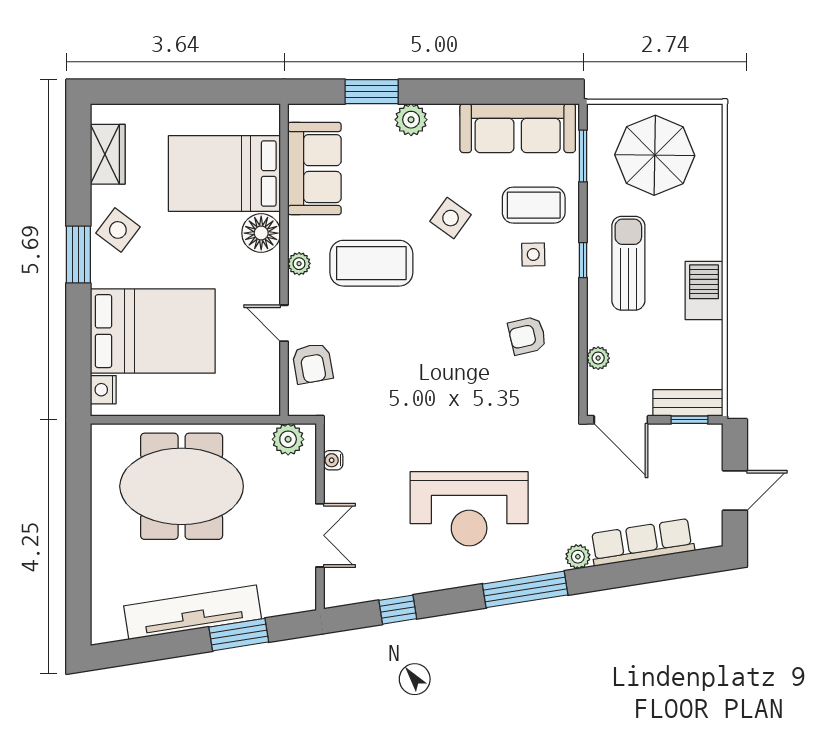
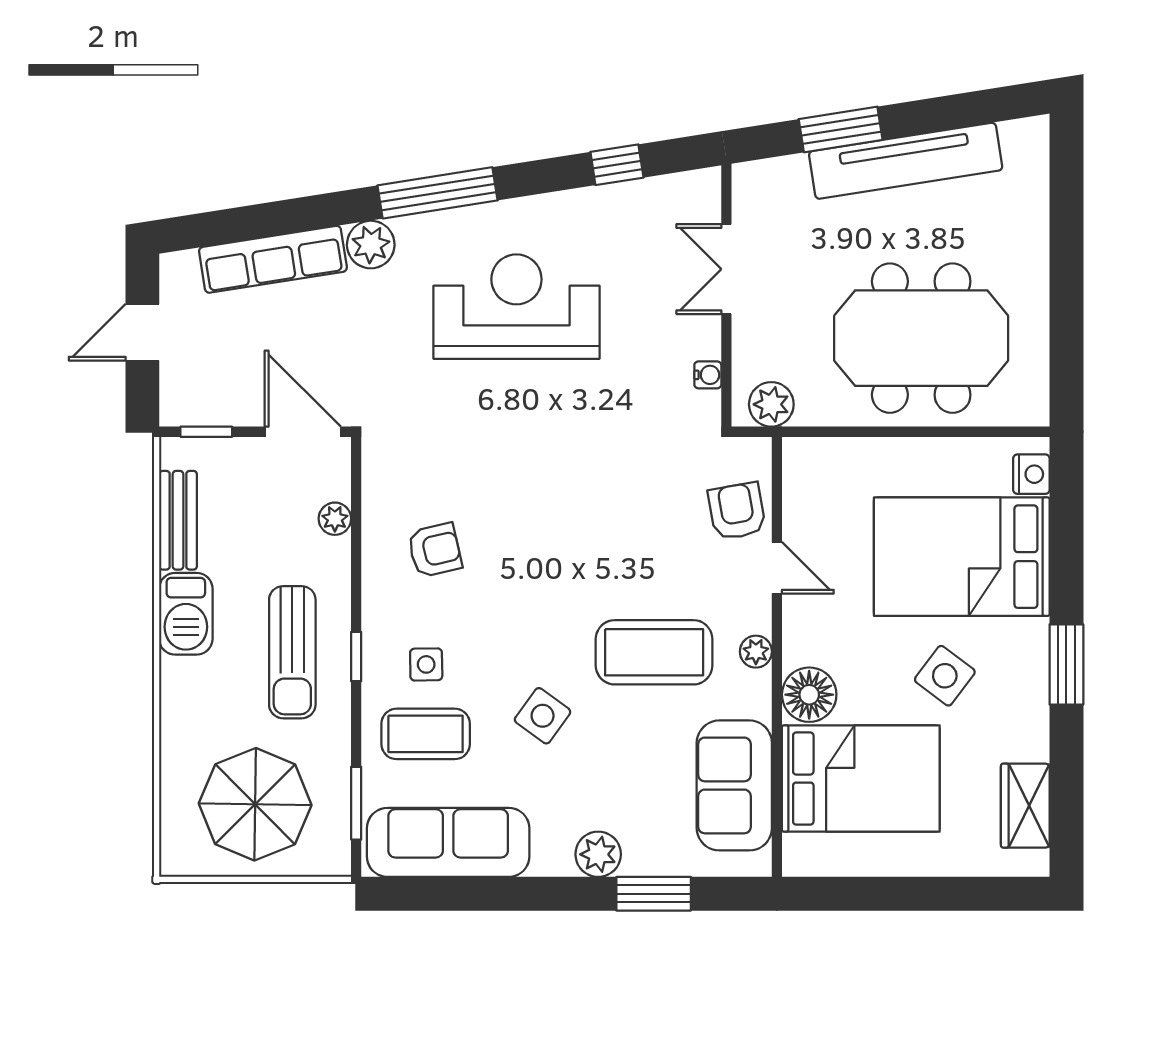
side table: (118, 230) -> (945, 676), moved
bench: (688, 403) -> (178, 520), moved, turned 90
plant: (578, 557) -> (371, 245), width x1.38, depth x1.38

